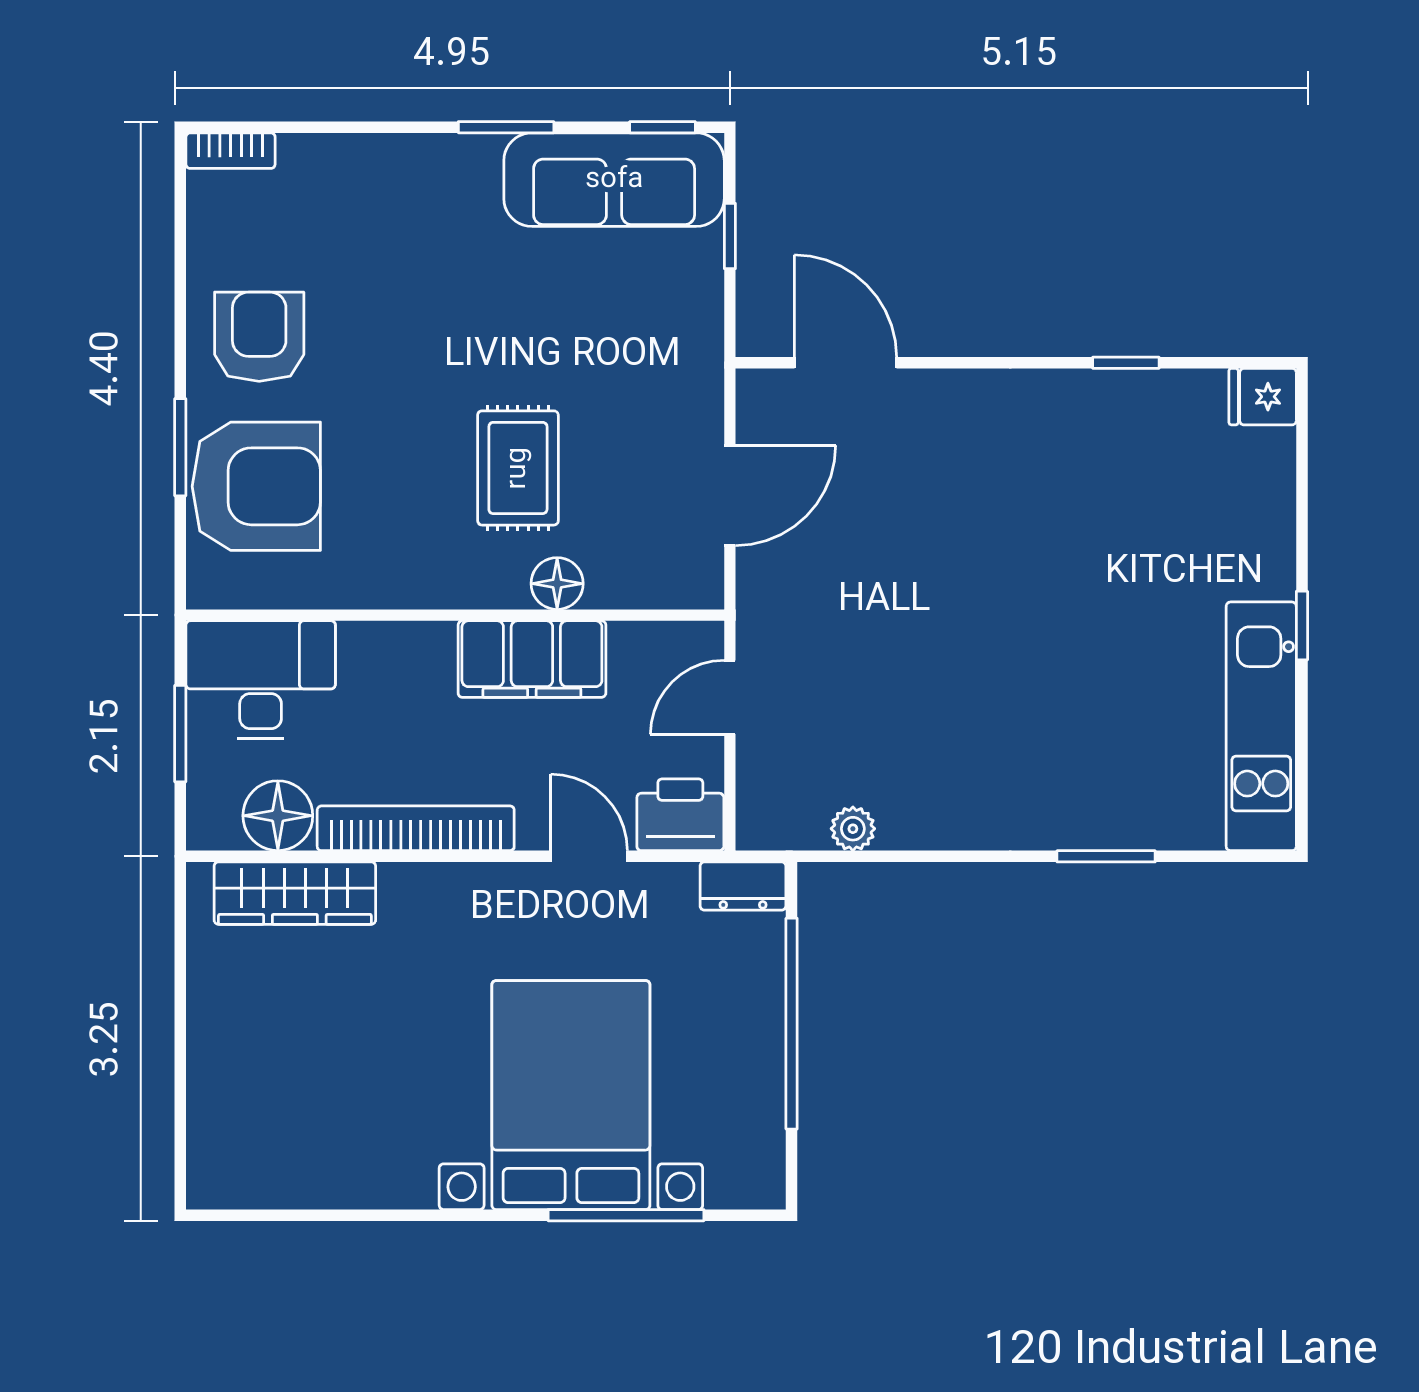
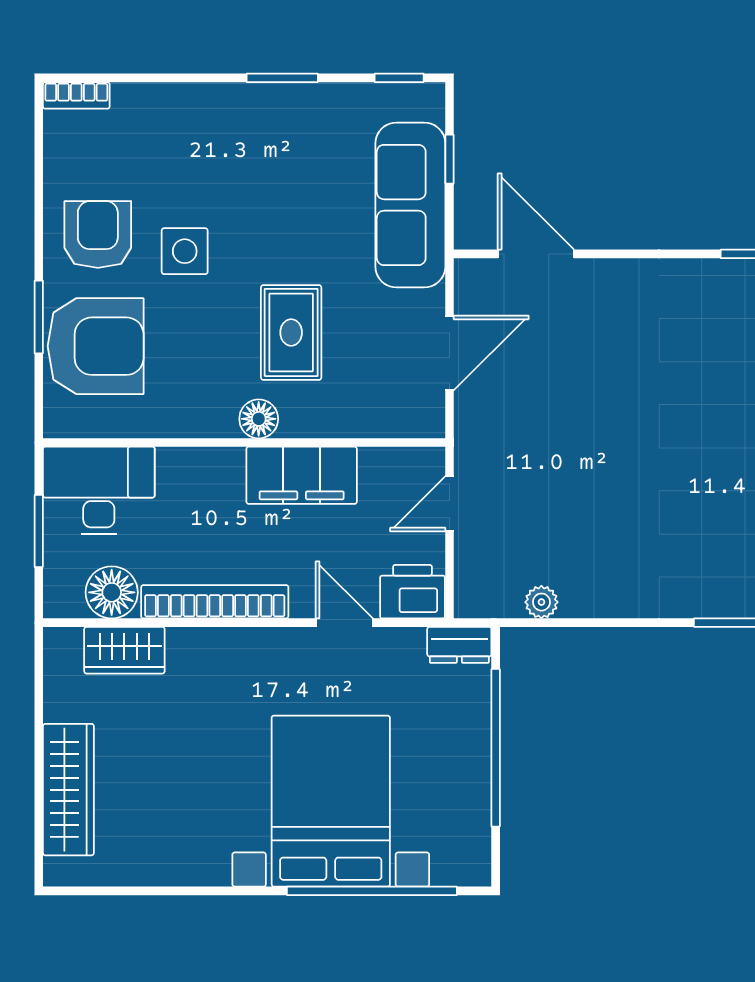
sofa: (614, 180) -> (410, 205), moved, turned 90
side table: (375, 359) -> (185, 251), added
floor lamp: (557, 584) -> (259, 419), moved
wardrobe: (295, 893) -> (124, 650), width x0.67
wardrobe: (220, 1080) -> (68, 790), added
window: (626, 1215) -> (372, 891), width x1.46

